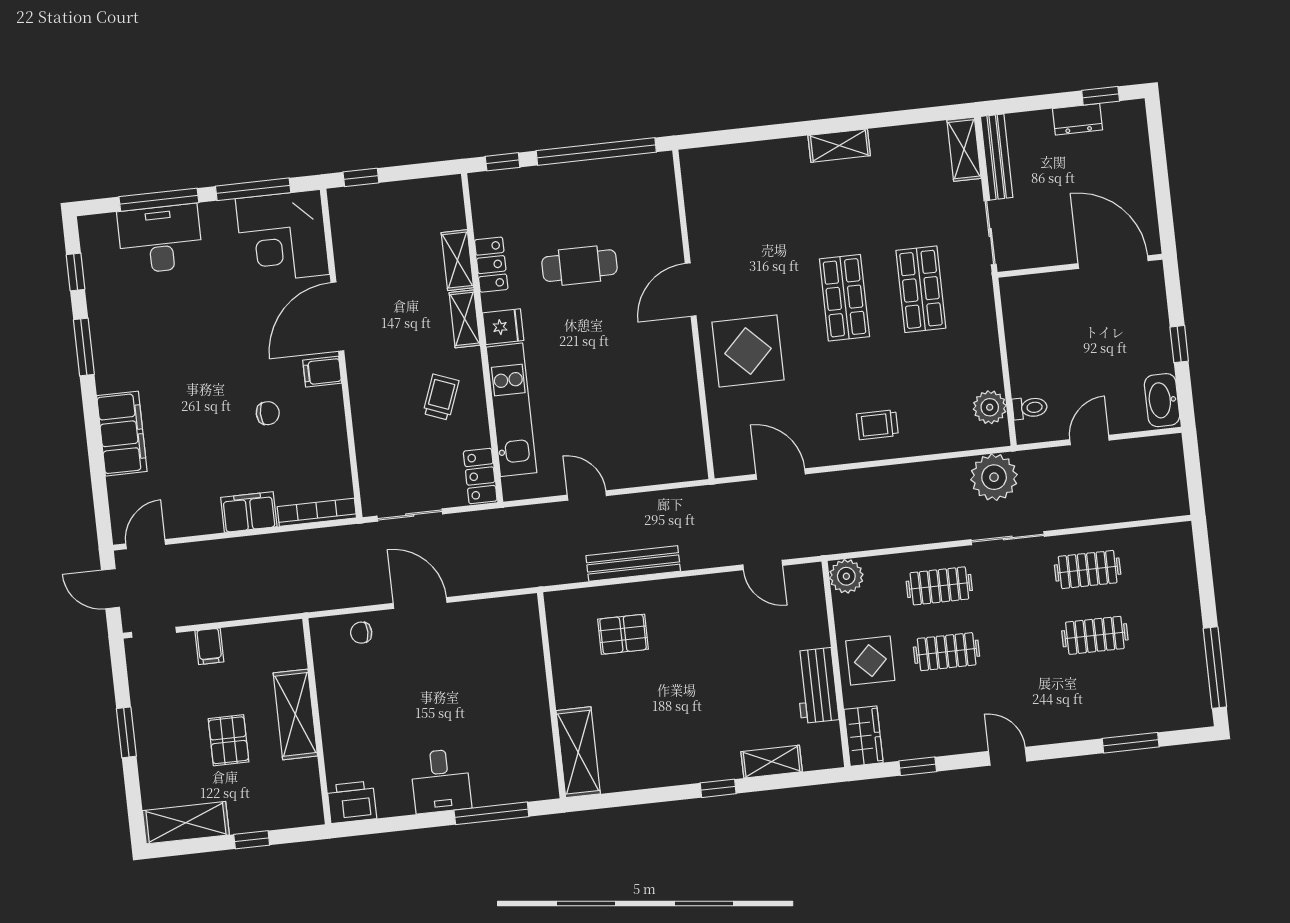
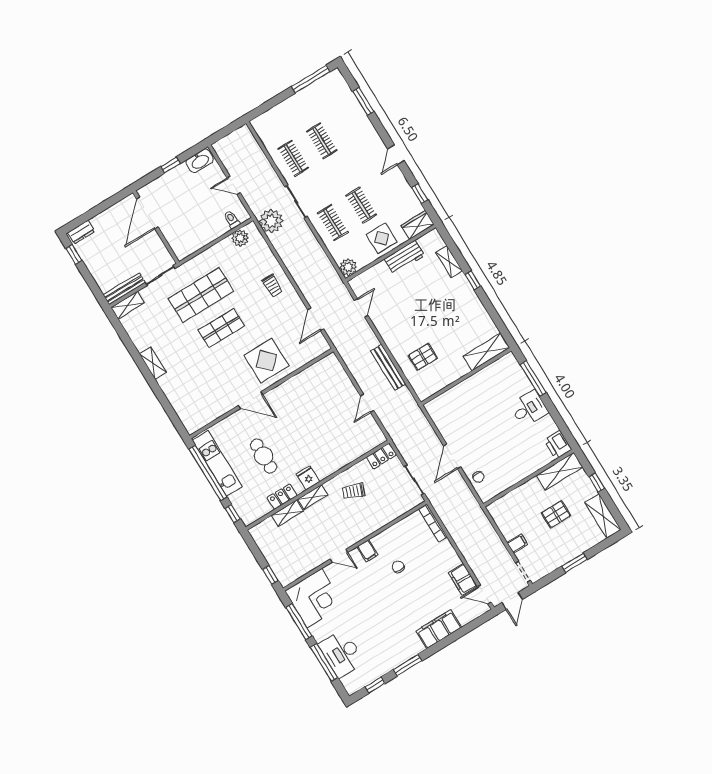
dresser: (1078, 119) -> (81, 232), moved, turned 90
shop shelf: (921, 289) -> (201, 295), width x1.43, depth x1.36
door: (337, 317) -> (339, 556), width x0.53
kitchen unit: (512, 410) -> (217, 463), moved, turned 90
filing cabinet: (249, 512) -> (463, 579), moved
pallet: (623, 634) -> (423, 357), turned 90
shelving: (295, 714) -> (560, 471), moved

